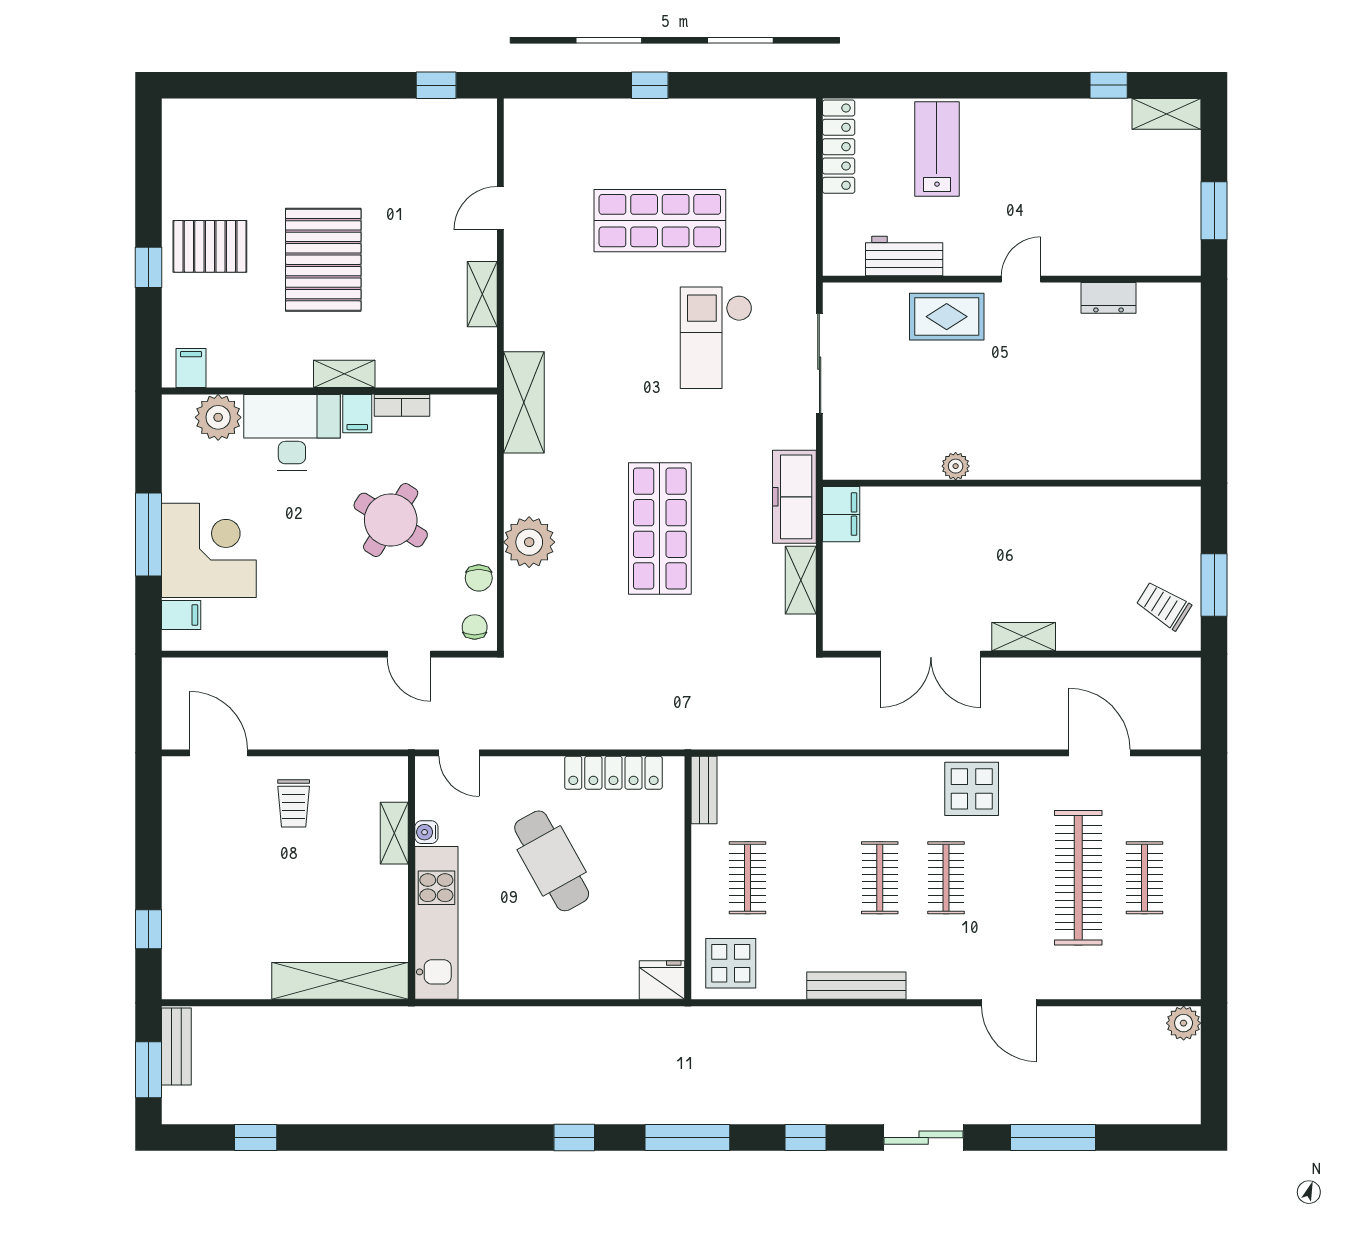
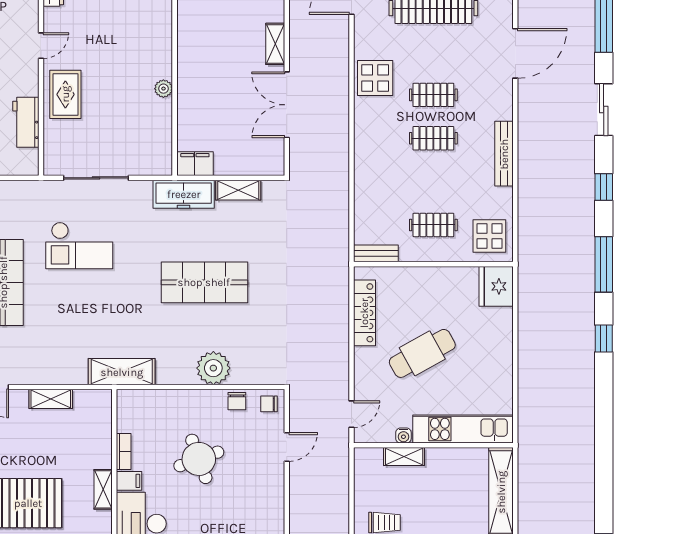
door: (1021, 279) -> (41, 46), swing flipped
round table: (391, 520) -> (199, 459), turned 38
chair: (479, 578) -> (237, 401), turned 90
double door: (931, 654) -> (287, 105), swing flipped
fridge: (662, 980) -> (496, 286), width x1.36, depth x1.34
door: (1009, 1003) -> (515, 53), width x1.36

